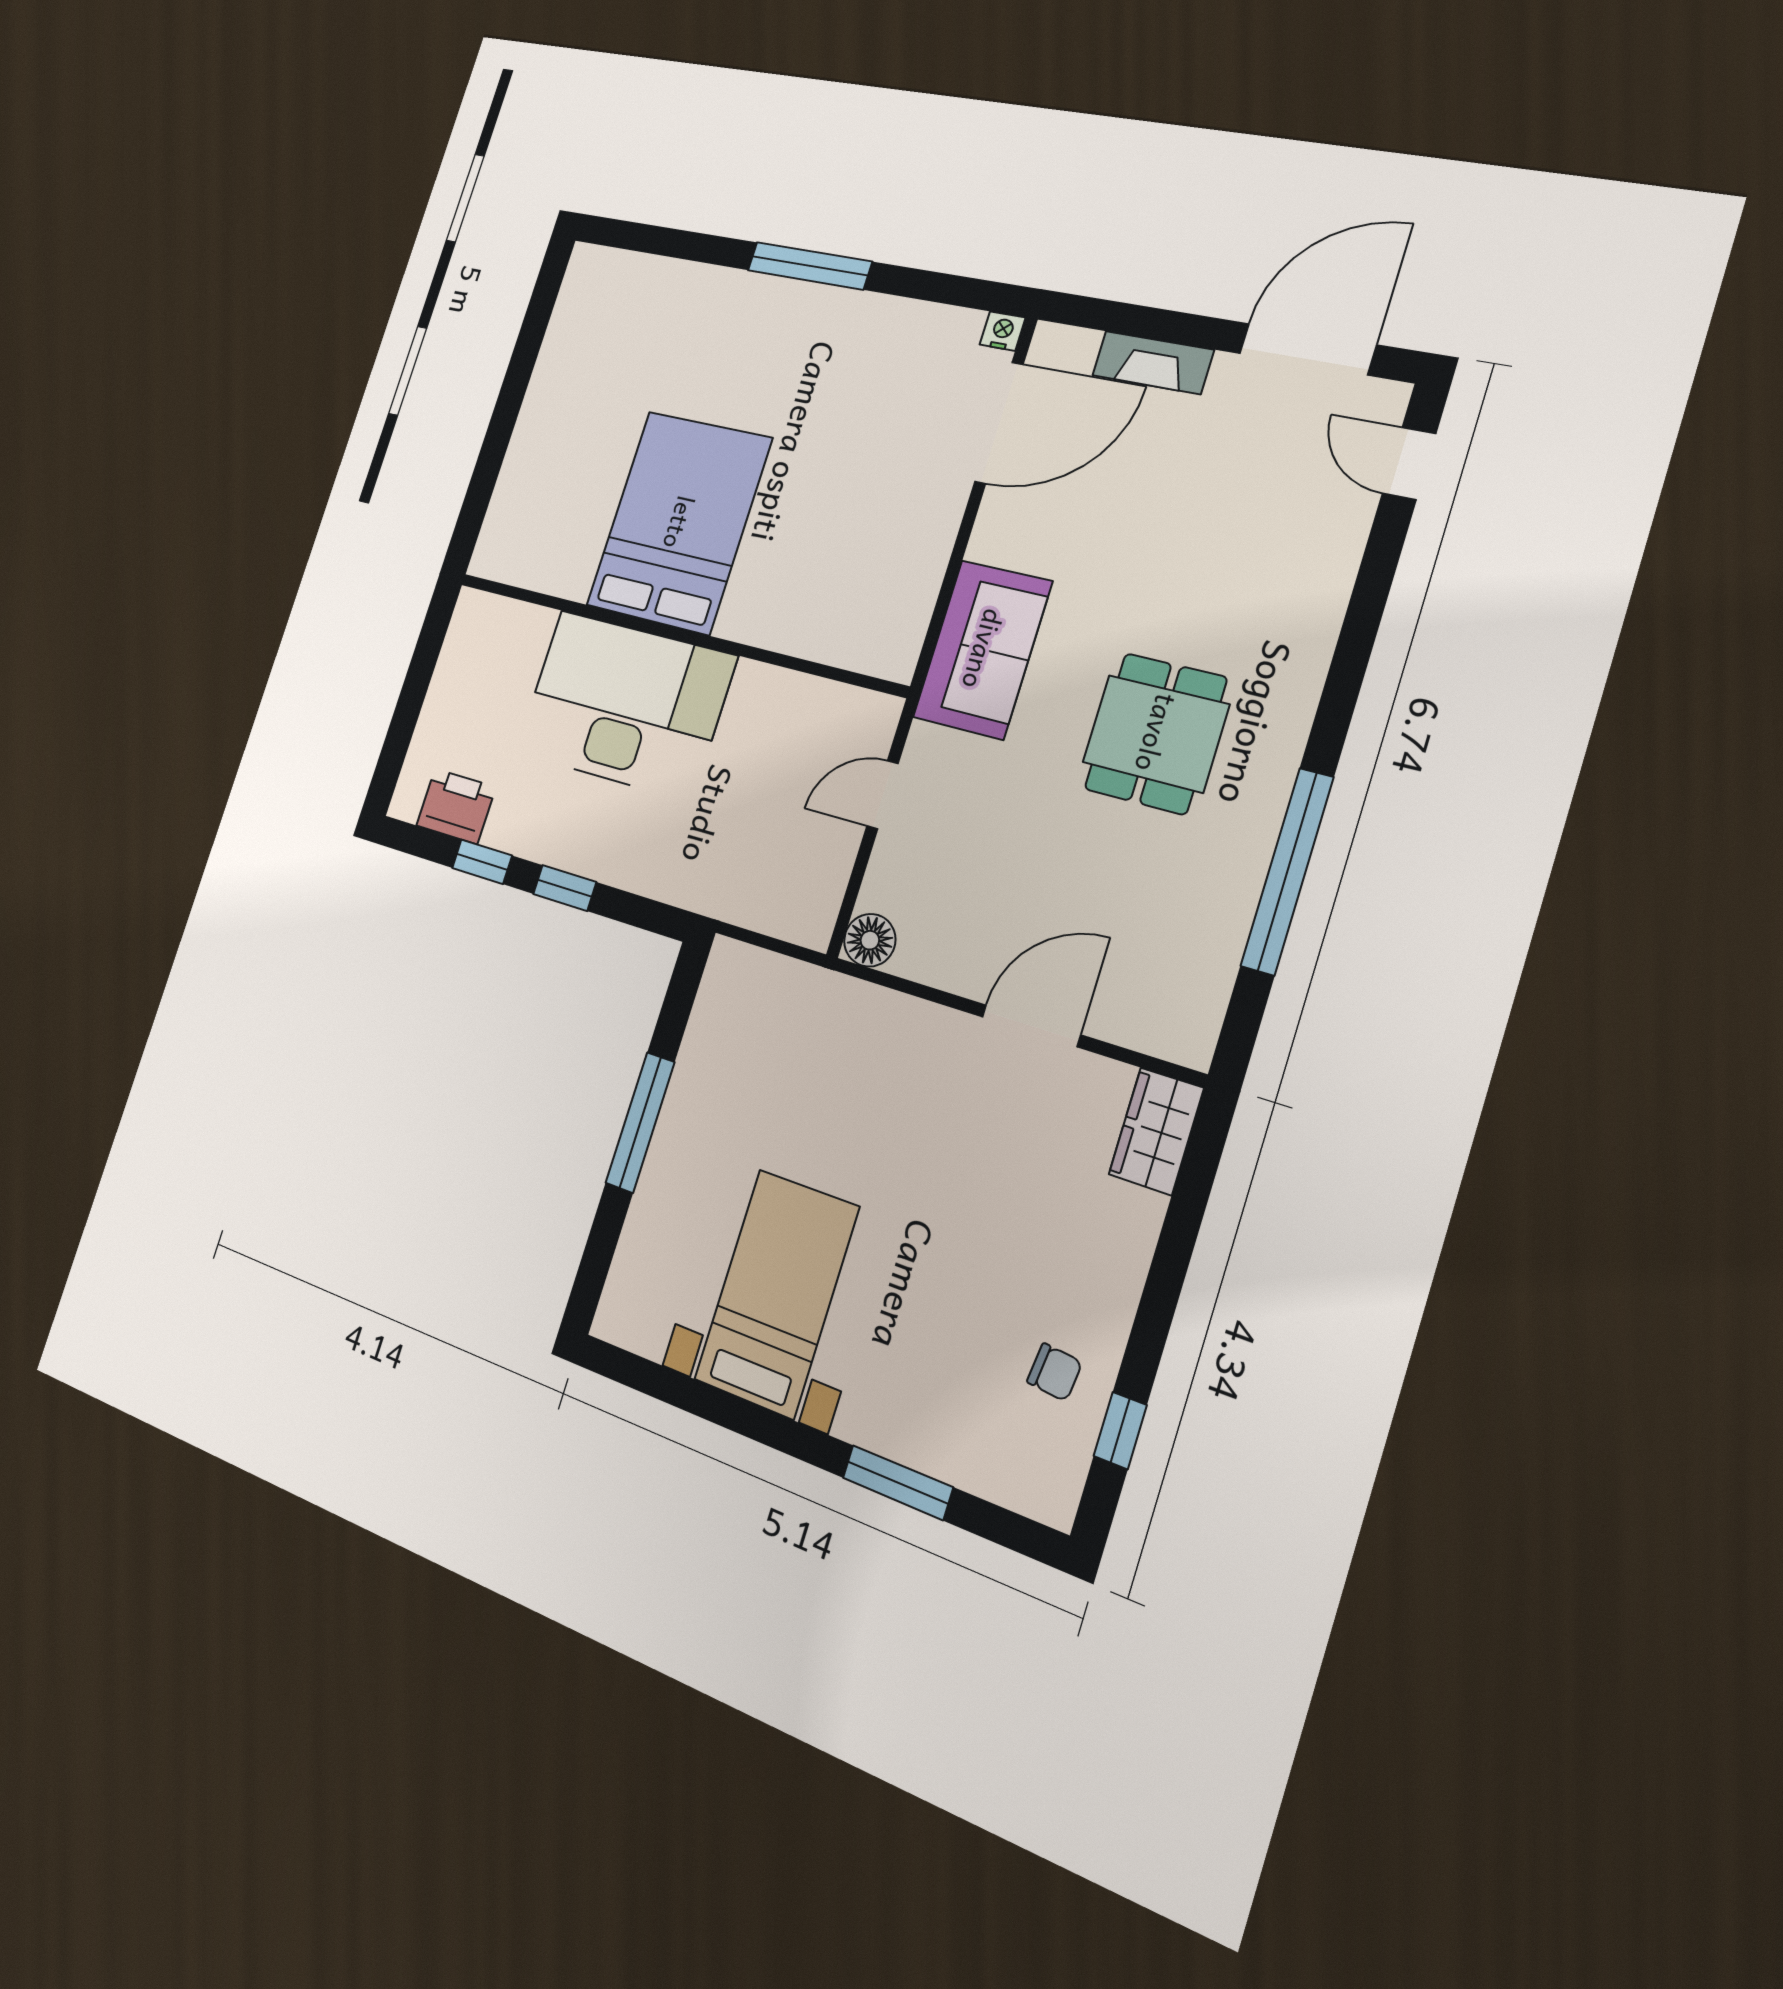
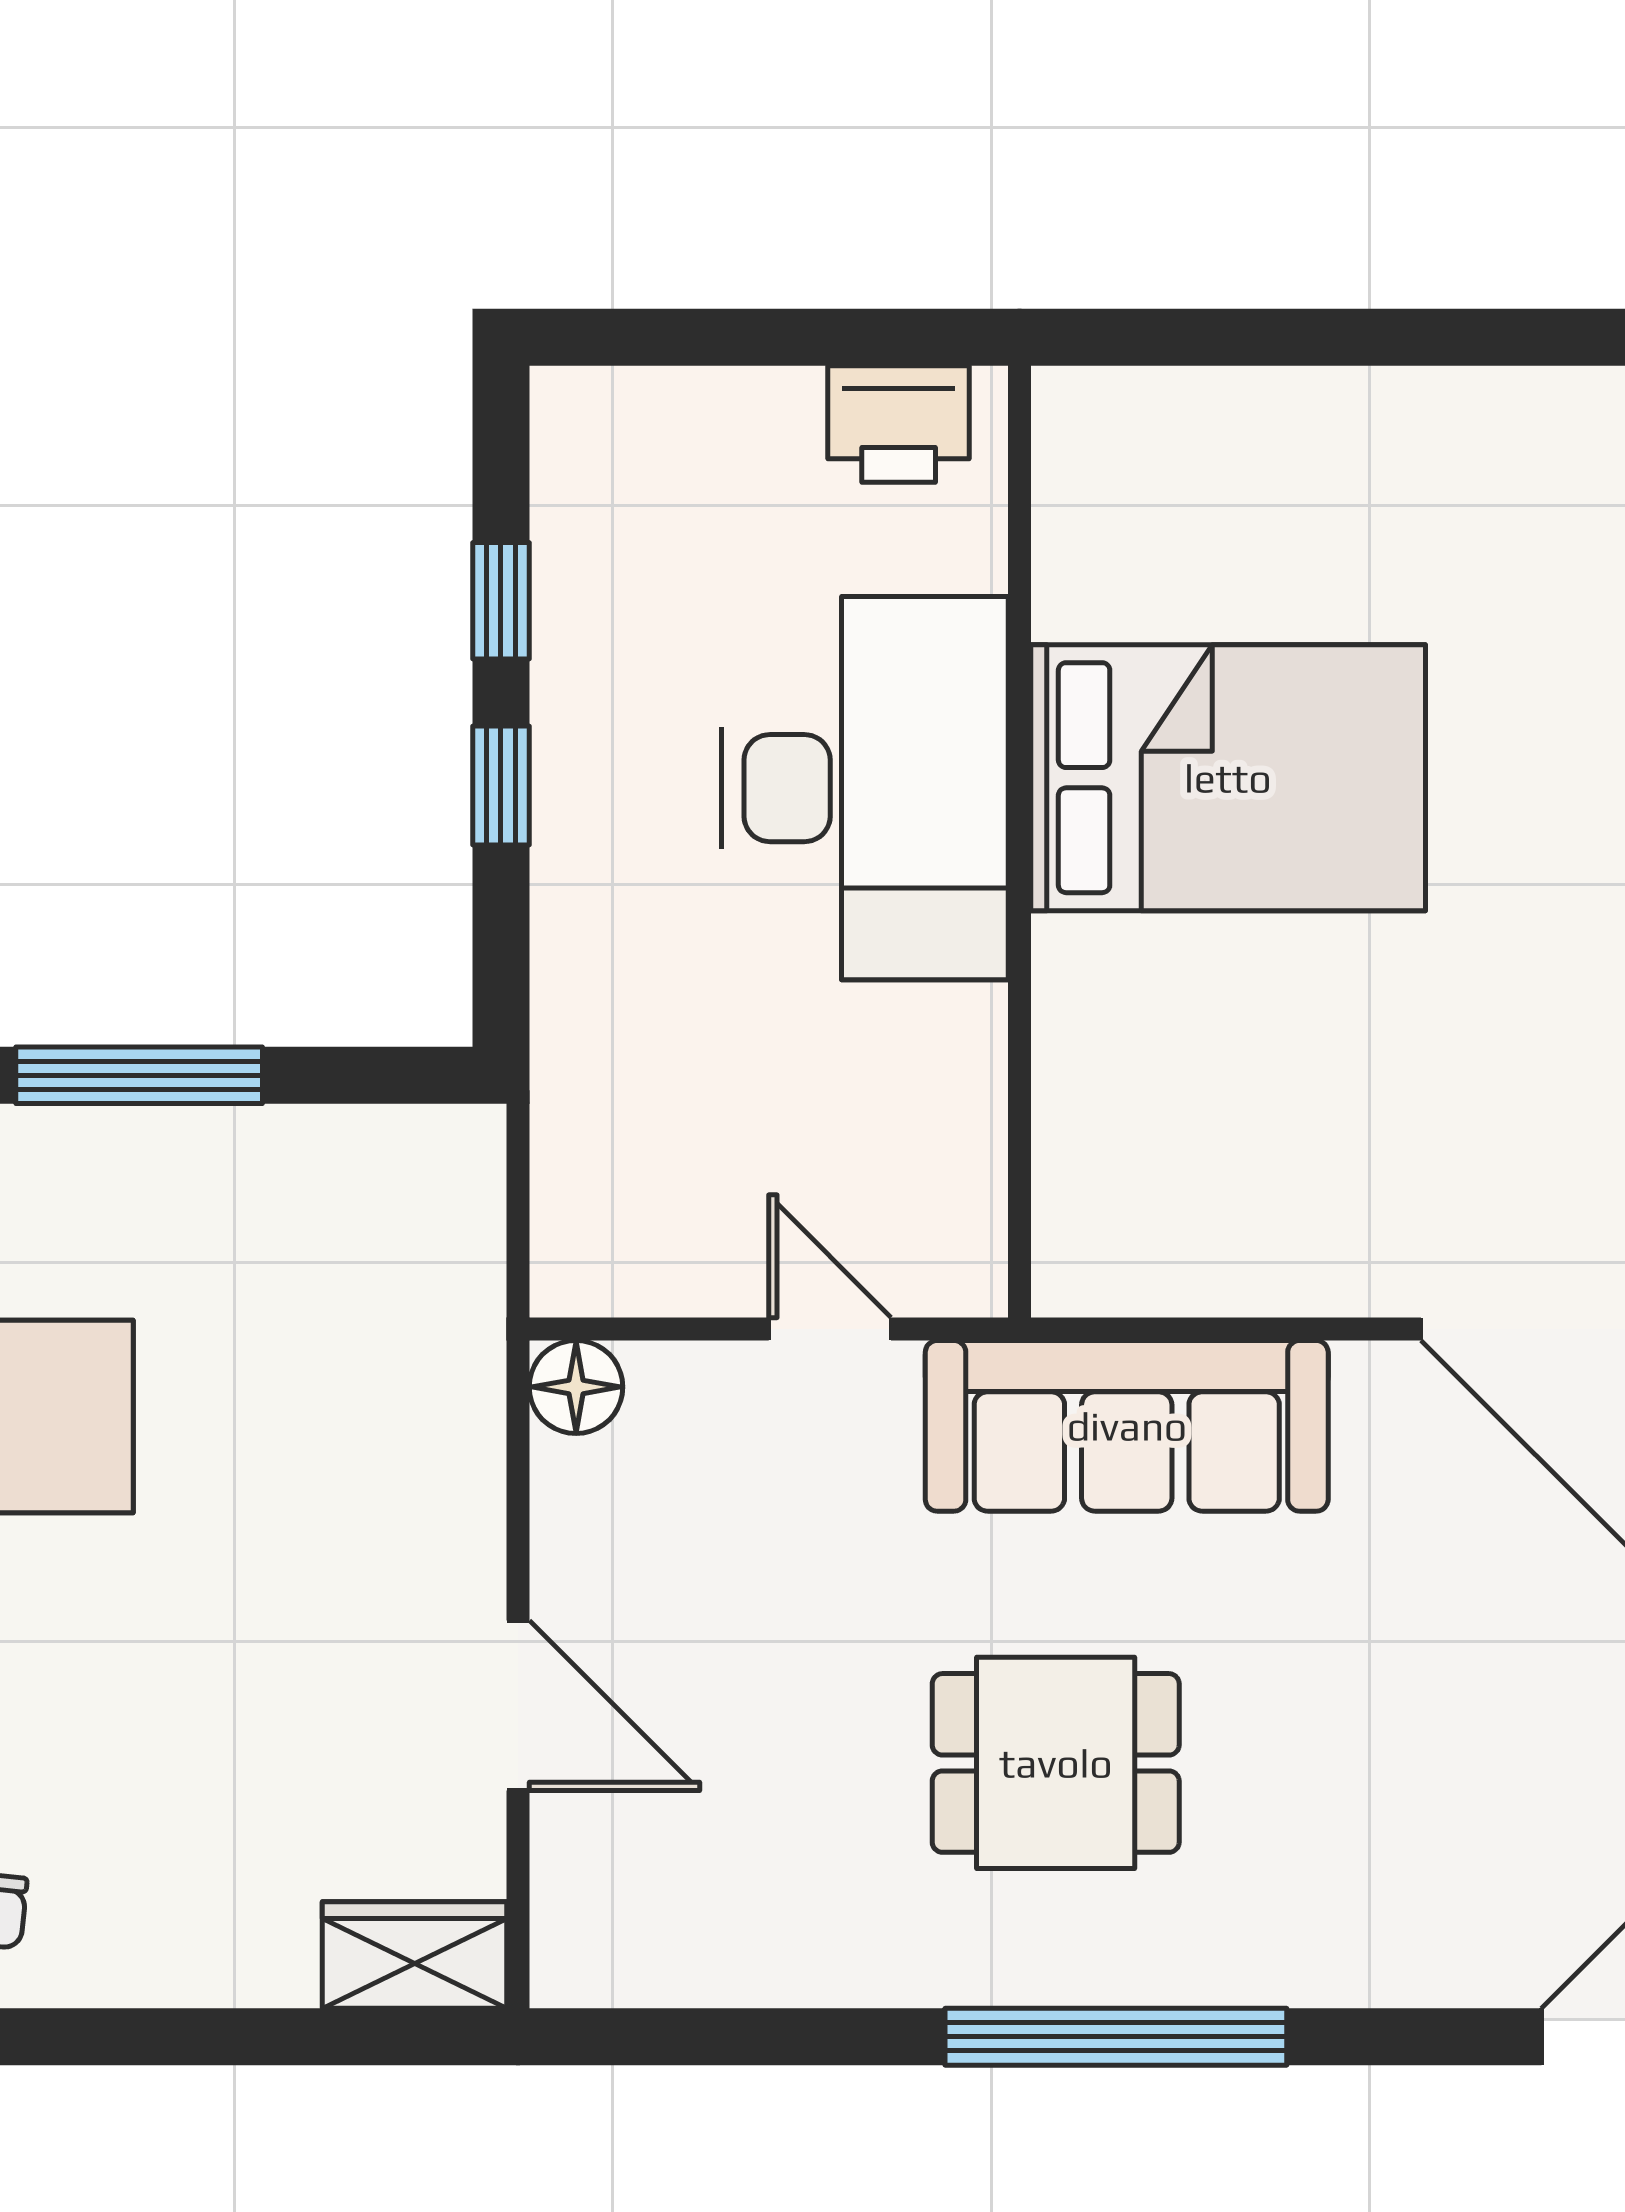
sofa: (983, 649) -> (1127, 1426), width x1.36
printer: (456, 806) -> (899, 424), moved, turned 90
window: (1287, 871) -> (1116, 2037), moved

